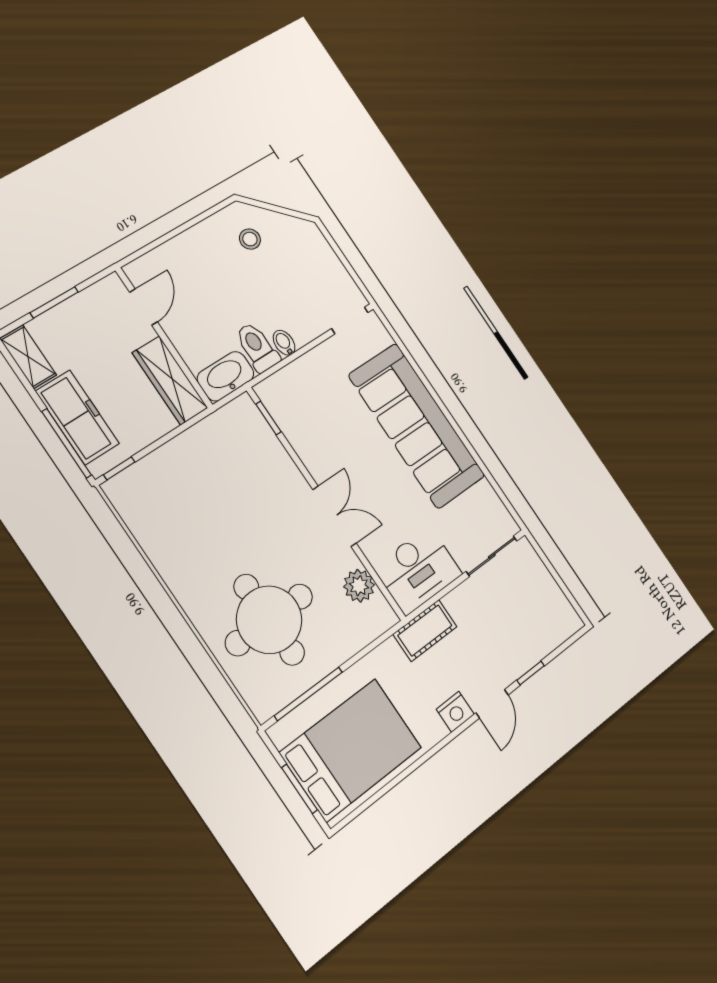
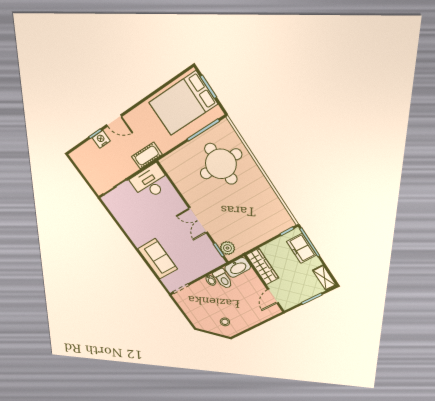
freezer: (77, 417) -> (301, 248), width x0.71
sofa: (417, 426) -> (158, 259), width x0.54, depth x0.79
double door: (335, 516) -> (198, 220), moved
plant: (359, 586) -> (227, 248), moved
door: (492, 704) -> (114, 121), swing flipped
nightstand: (455, 712) -> (101, 139), moved

